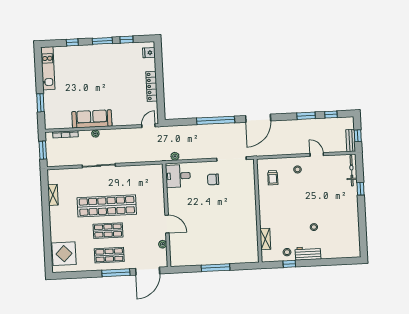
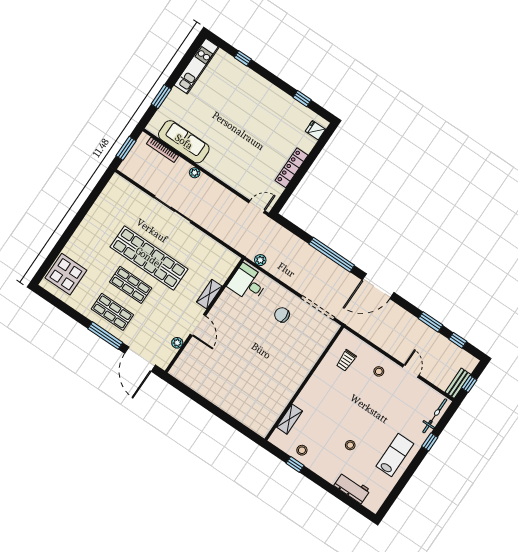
window: (102, 41) -> (276, 81), removed
sofa: (92, 119) -> (184, 142), moved
shelving: (53, 195) -> (209, 294), moved
lab bench: (345, 213) -> (395, 455), added
workbench: (308, 253) -> (352, 488), moved
window: (215, 268) -> (214, 410), removed
door: (148, 271) -> (140, 359), hinge flipped

